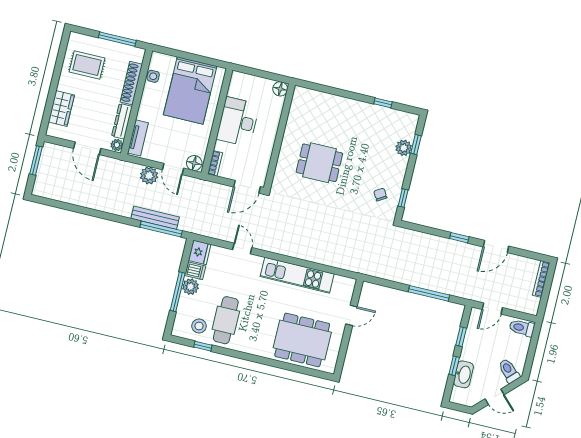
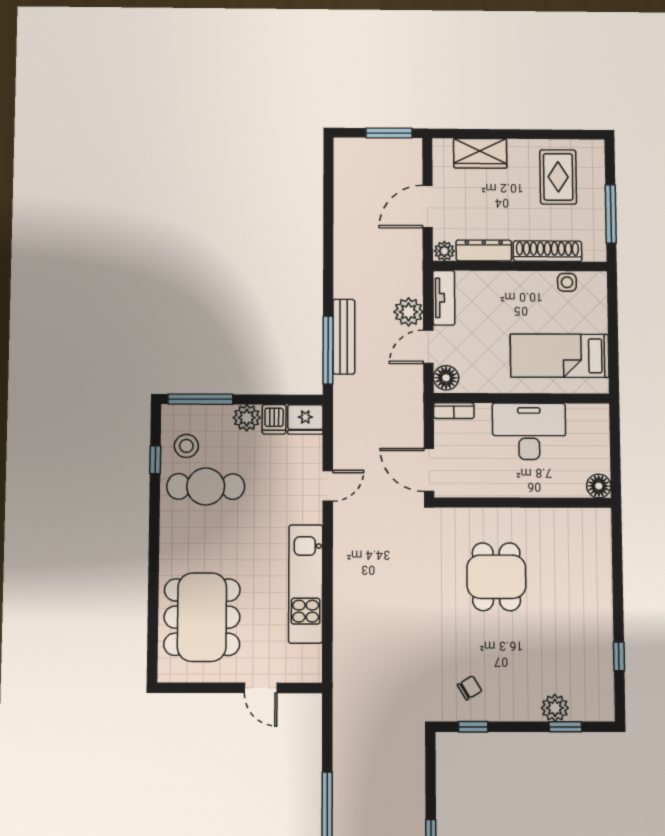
bed: (190, 91) -> (560, 356), width x0.67
tv unit: (138, 138) -> (444, 298), moved, turned -90
window: (178, 292) -> (200, 399), moved

